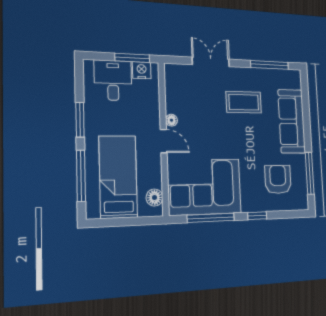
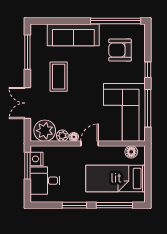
plant: (178, 82) -> (45, 131), added
plant: (172, 105) -> (62, 136), added
window: (310, 173) -> (116, 21), width x1.46

